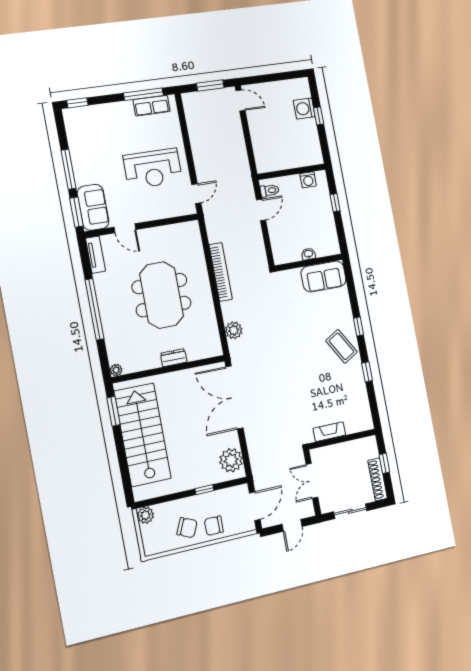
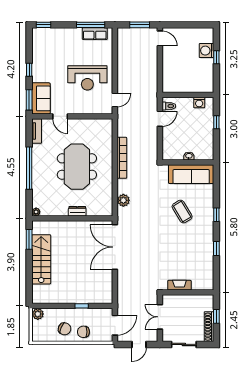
window: (69, 169) -> (29, 70), width x0.46
sofa: (324, 276) -> (191, 174), width x1.36
coffee table: (342, 346) -> (182, 212), moved
stairs: (143, 435) -> (41, 259), width x0.73, depth x0.66
plant: (231, 460) -> (104, 290), removed

